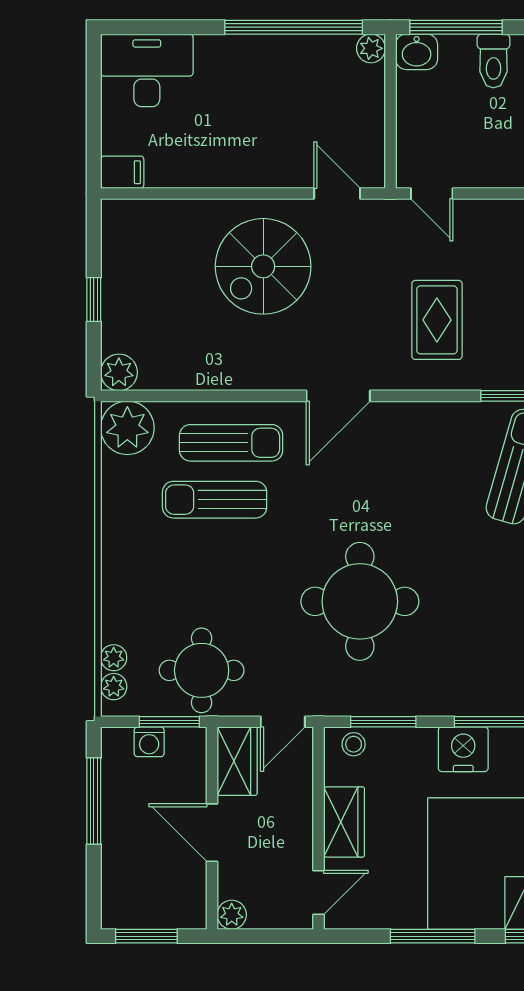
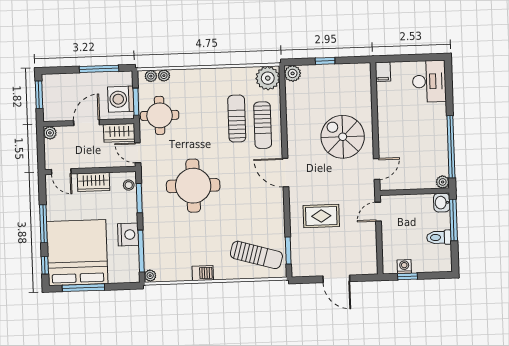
washing machine: (149, 742) -> (121, 99), width x1.89, depth x1.89

